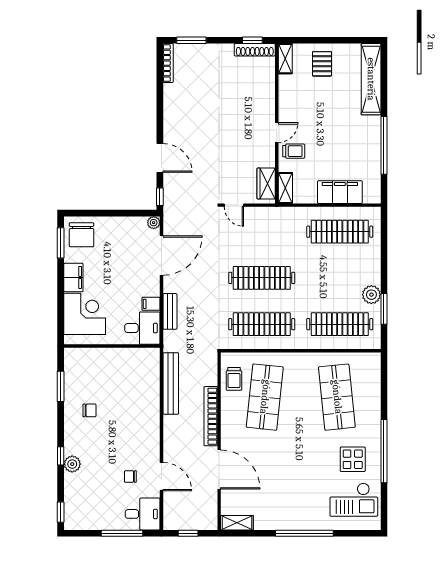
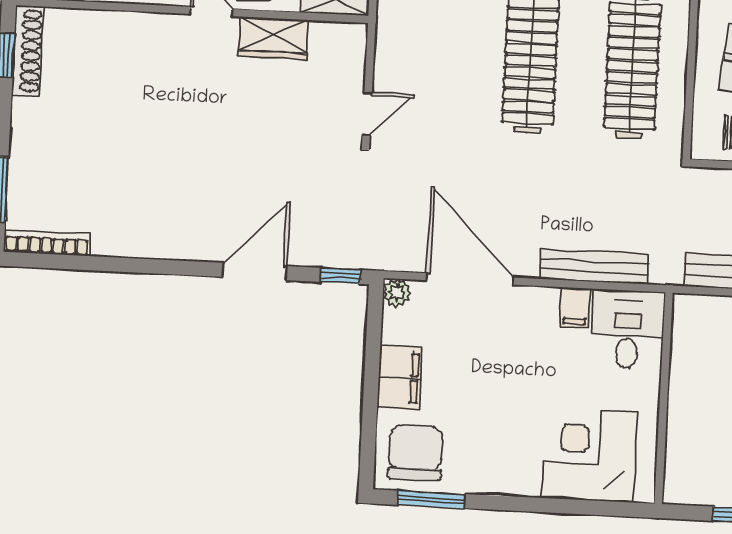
wardrobe: (266, 183) -> (273, 38), moved
chair: (82, 235) -> (415, 453), turned -90
filing cabinet: (73, 277) -> (400, 378), moved, turned 90
bench: (170, 311) -> (594, 267), width x1.36

